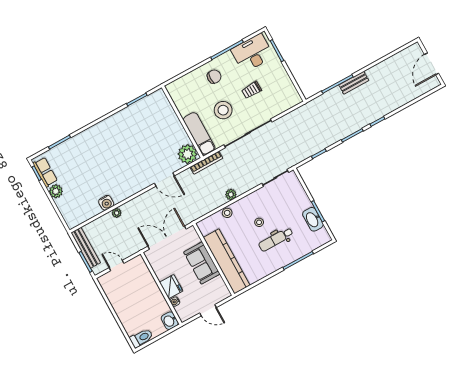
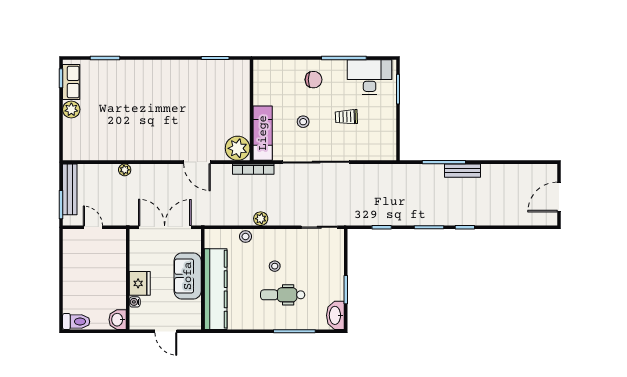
stool: (223, 110) -> (303, 122), width x0.53, depth x0.53
water cooler: (106, 203) -> (119, 152), removed
washbasin: (313, 219) -> (335, 315), moved

